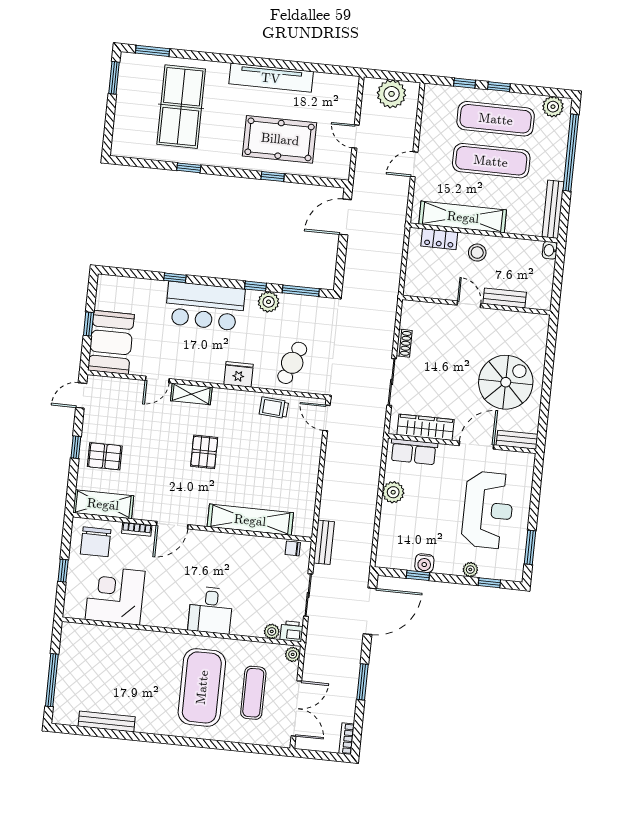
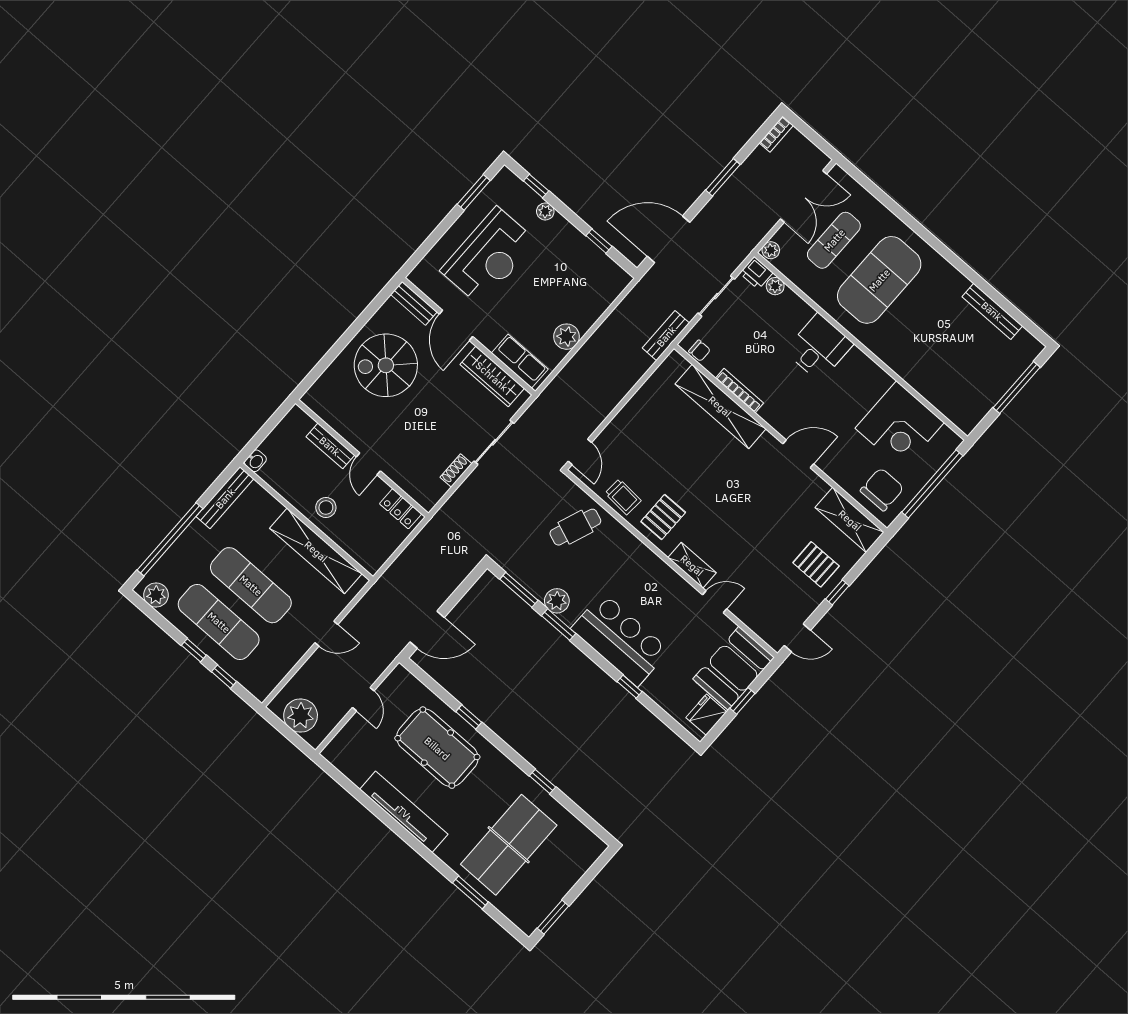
window: (153, 51) -> (470, 892), moved
locker: (439, 239) -> (401, 509), moved, turned 180
window: (255, 286) -> (559, 625), width x1.50
fridge: (238, 374) -> (706, 715), moved, turned 90
door: (476, 445) -> (456, 325), hinge flipped
pallet: (204, 452) -> (663, 517), moved
reception desk: (488, 510) -> (489, 256), turned 180
bookcase: (137, 529) -> (739, 391), moved, width x1.56
water cooler: (424, 563) -> (585, 248), removed
window: (63, 571) -> (932, 484), width x3.17
double door: (296, 708) -> (803, 196), swing flipped

